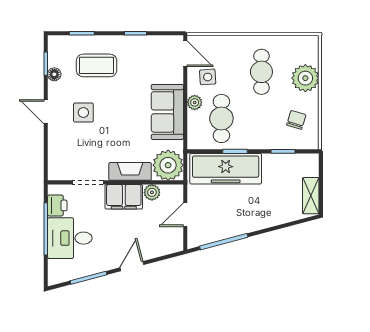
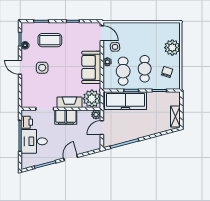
cafe table: (261, 72) -> (145, 69), moved
plant: (152, 192) -> (96, 115), moved

